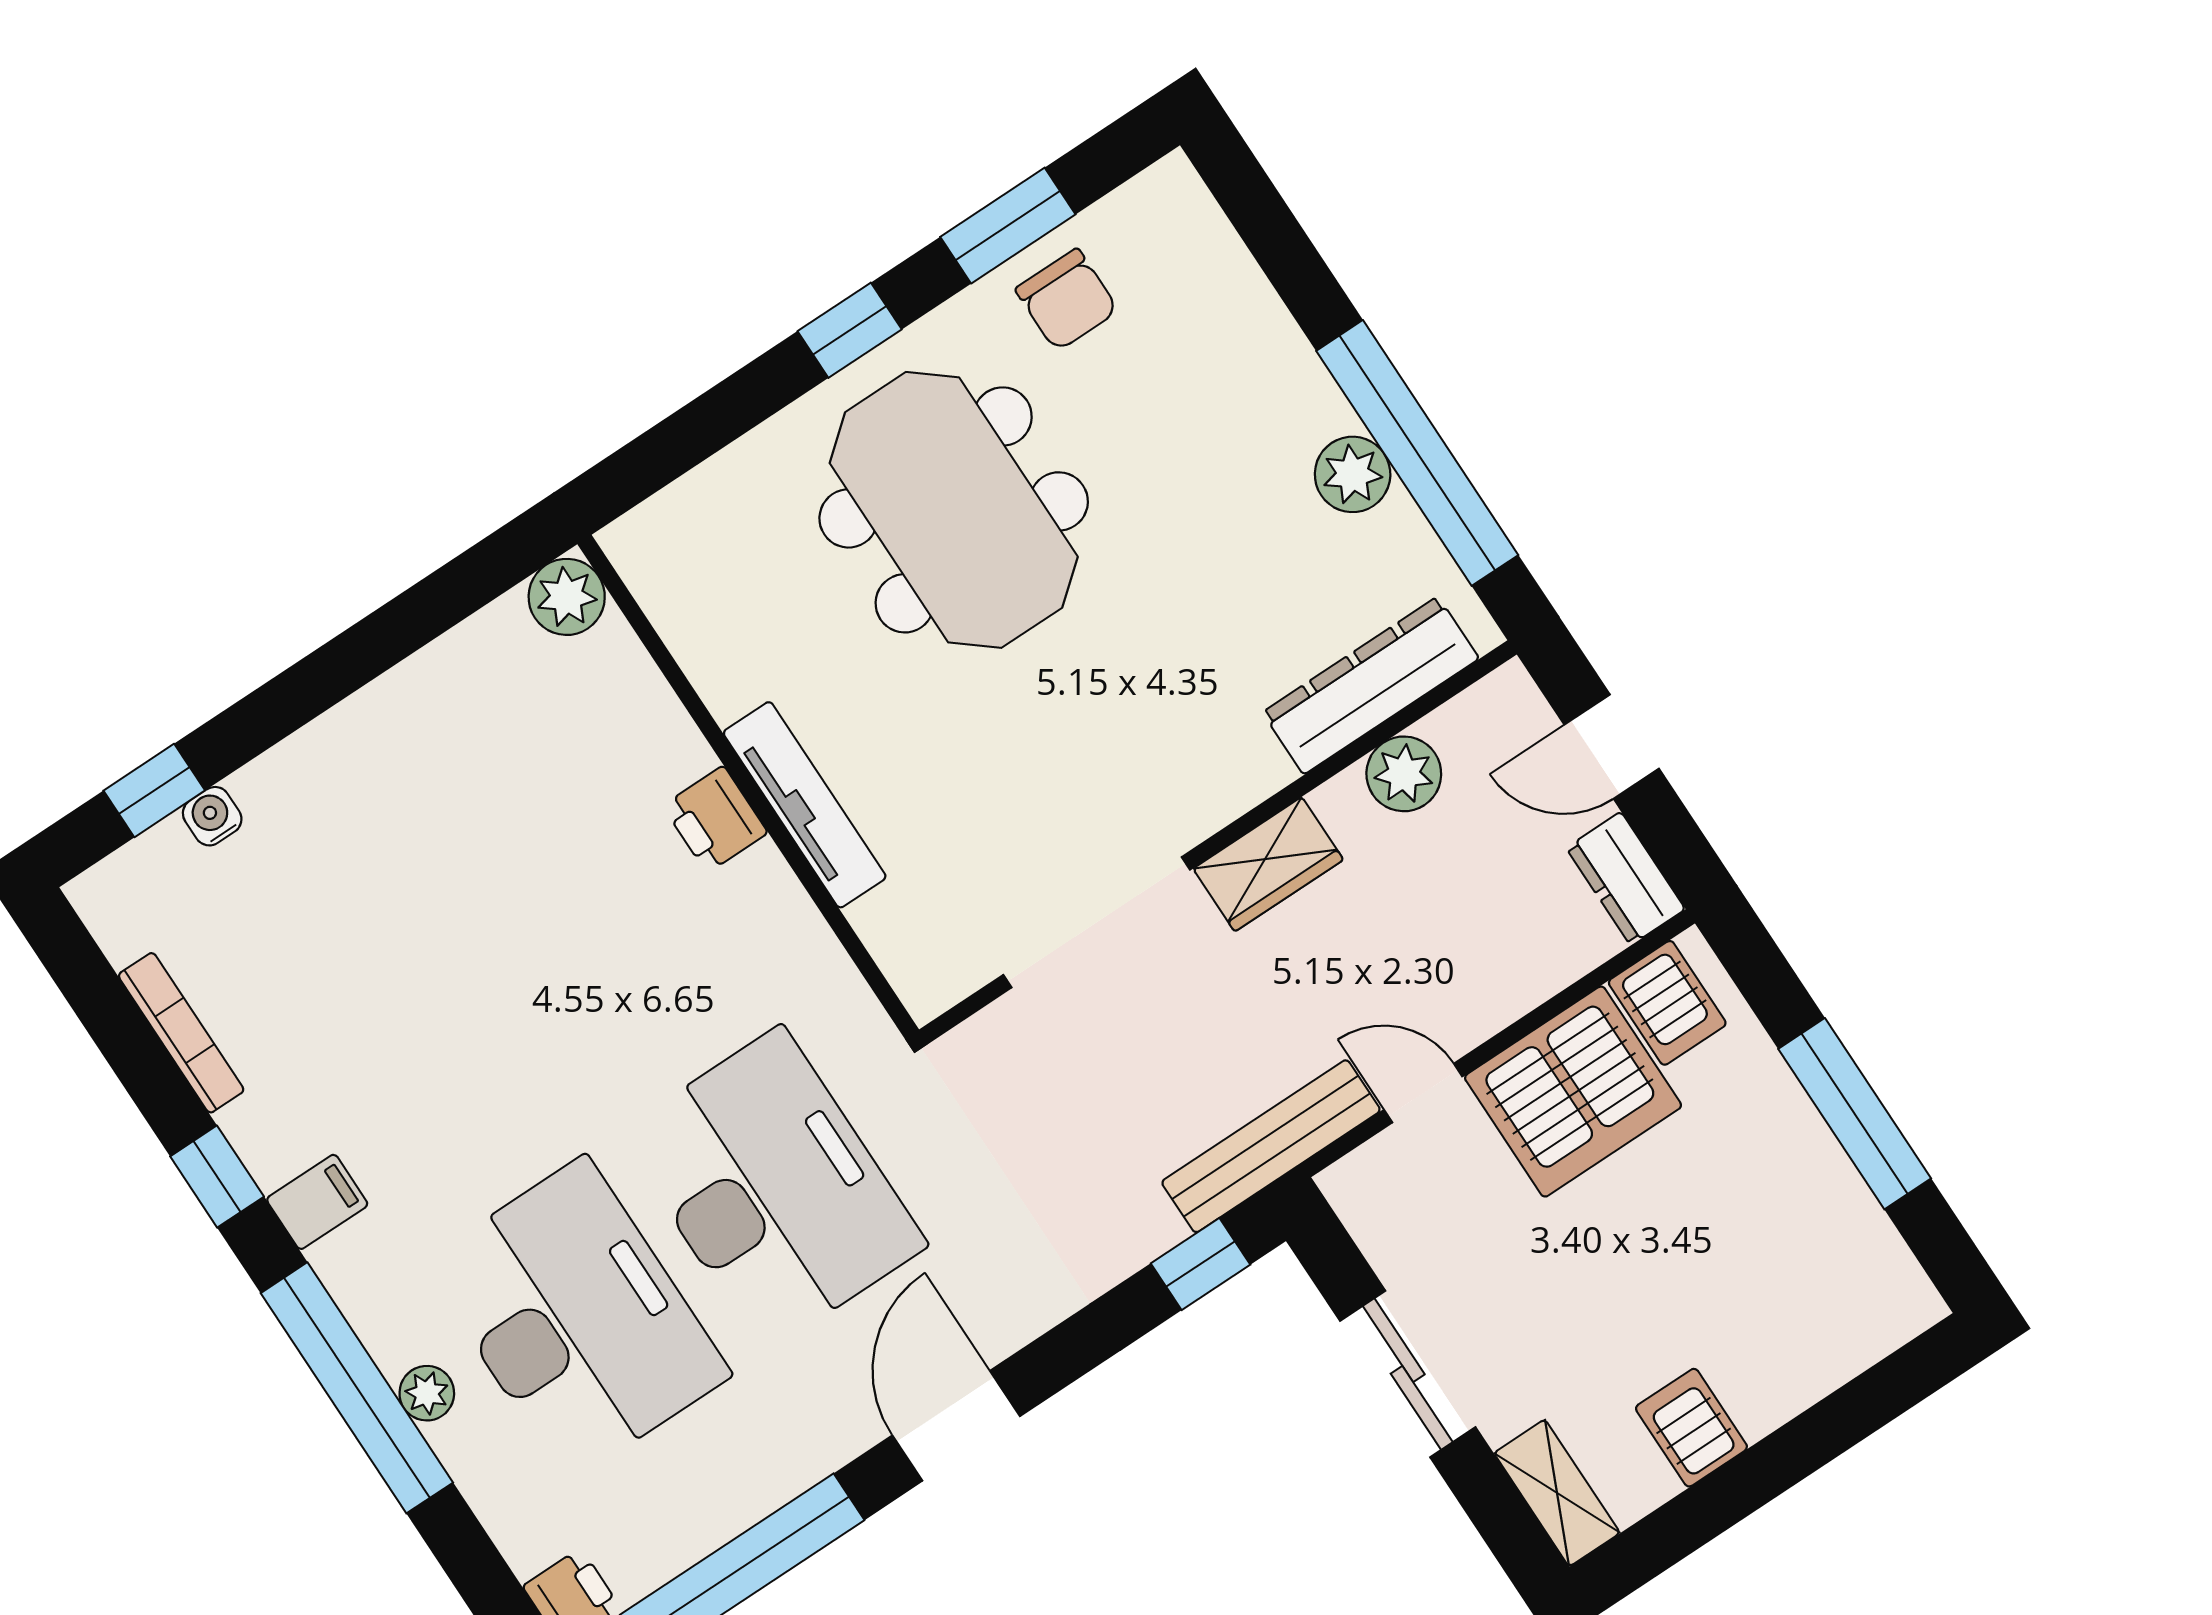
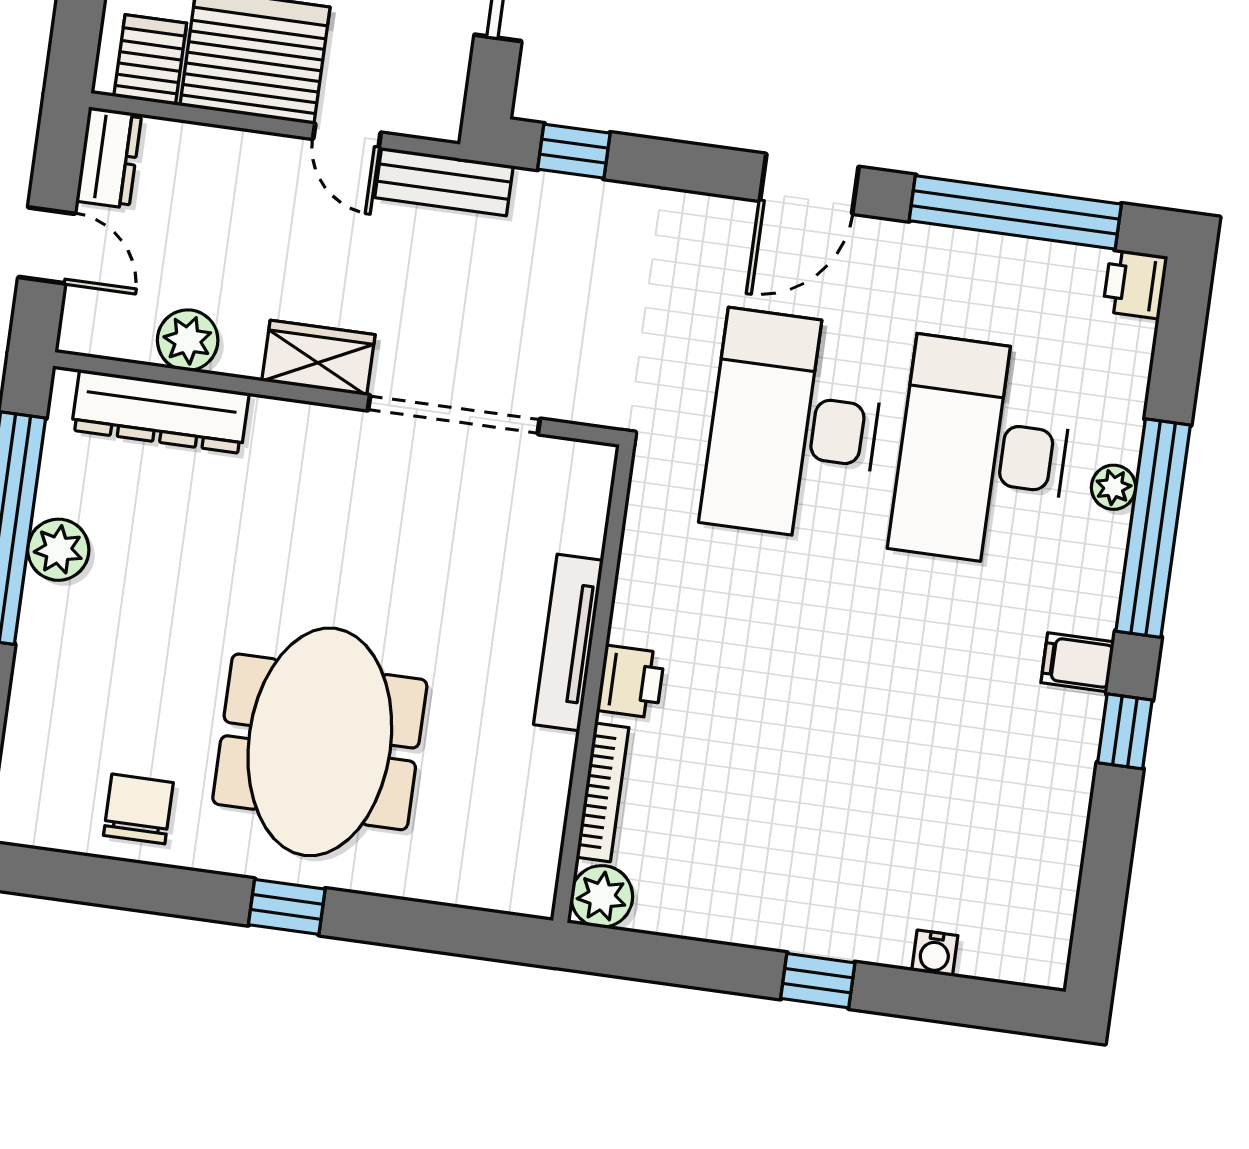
window: (1008, 226) -> (134, 886), removed
window: (154, 791) -> (818, 981), moved
bookcase: (181, 1033) -> (602, 792), moved, turned 180
bench: (1271, 1146) -> (444, 182), width x0.73

